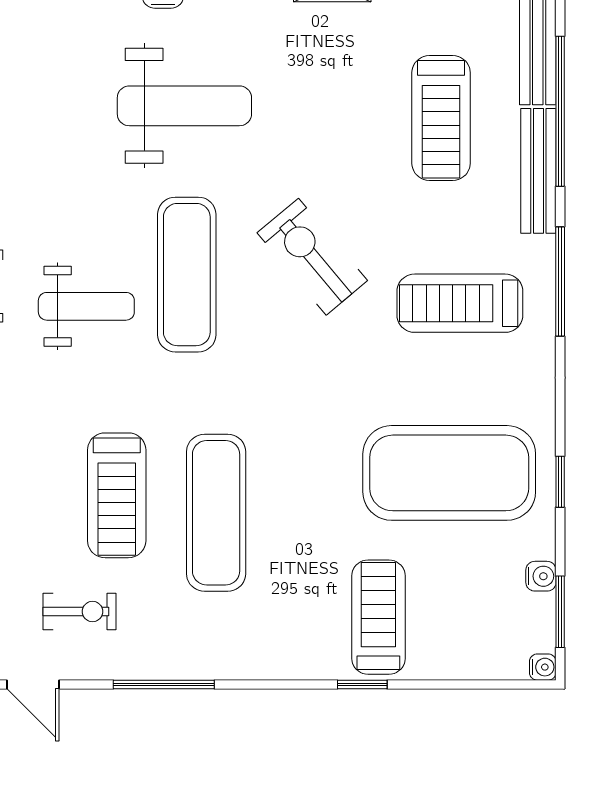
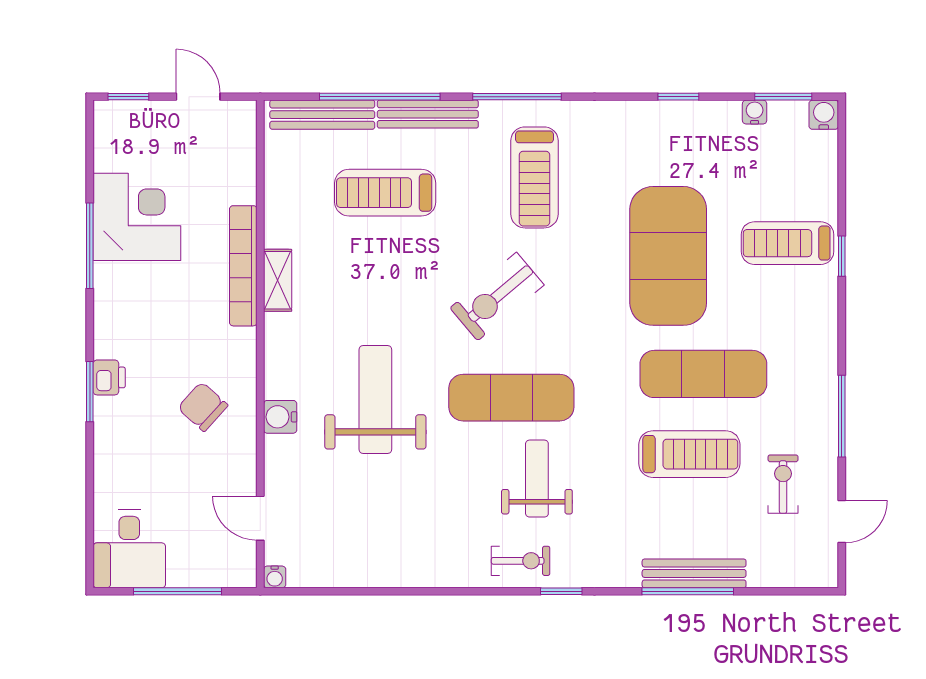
treadmill: (441, 118) -> (385, 193), turned 180
exercise mat: (449, 473) -> (668, 256), moved
water cooler: (543, 667) -> (824, 115), width x1.38, depth x1.38

